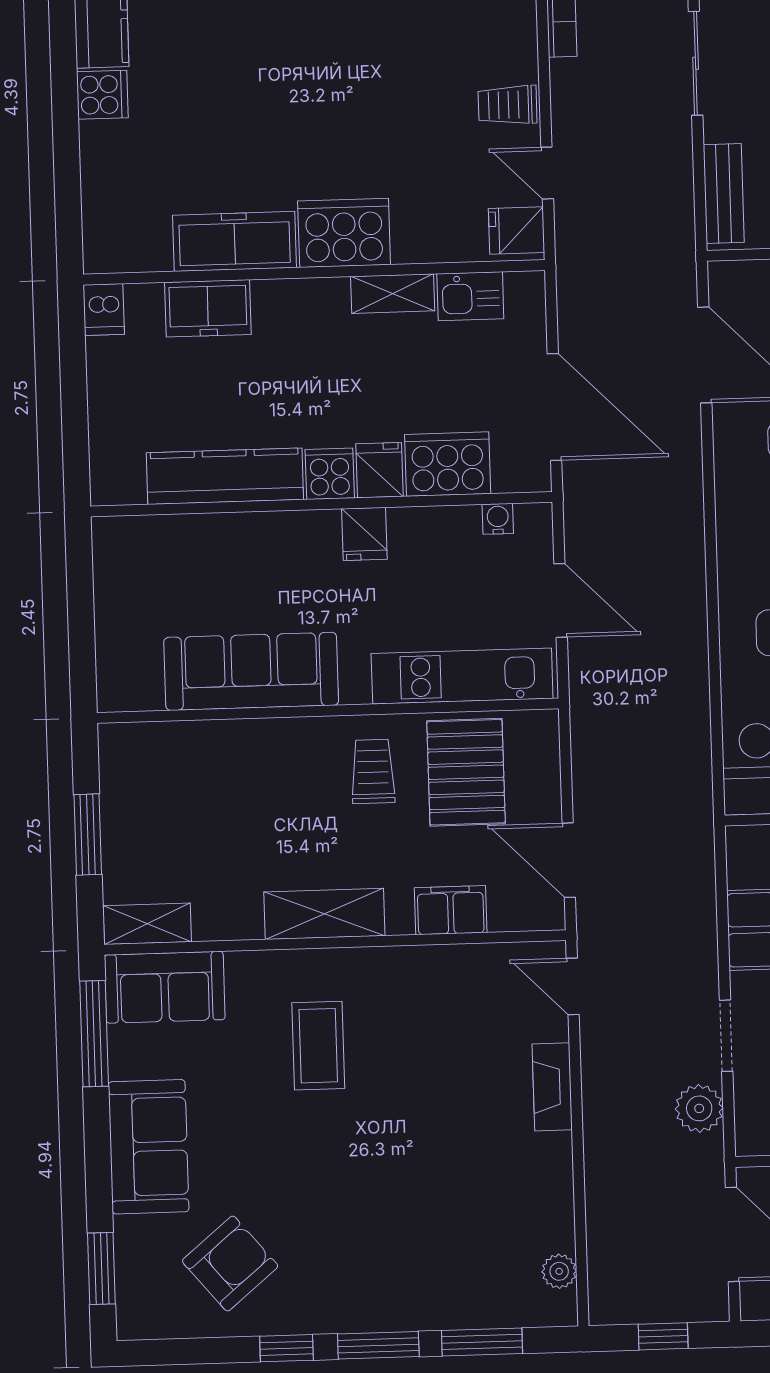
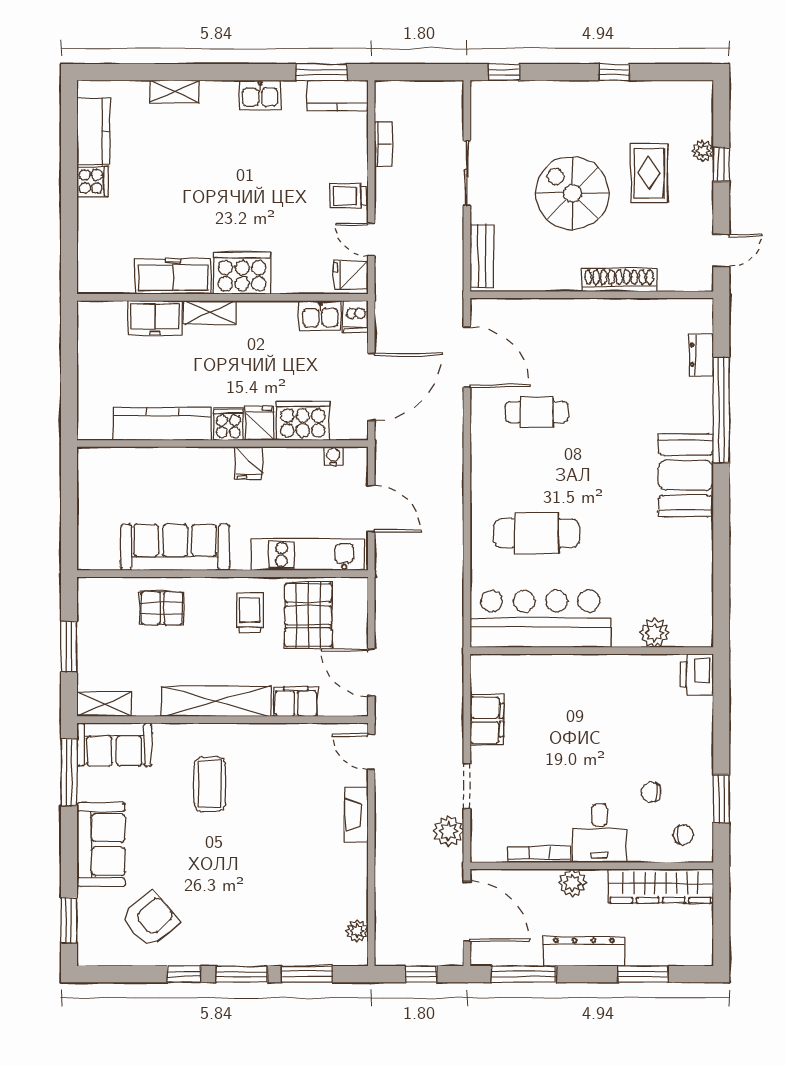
shelving: (393, 294) -> (210, 312), moved
dishwasher: (104, 309) -> (356, 317), moved
door: (554, 407) -> (371, 387), hinge flipped
pallet: (233, 769) -> (162, 608), added
shelving: (324, 914) -> (216, 701), width x1.47

